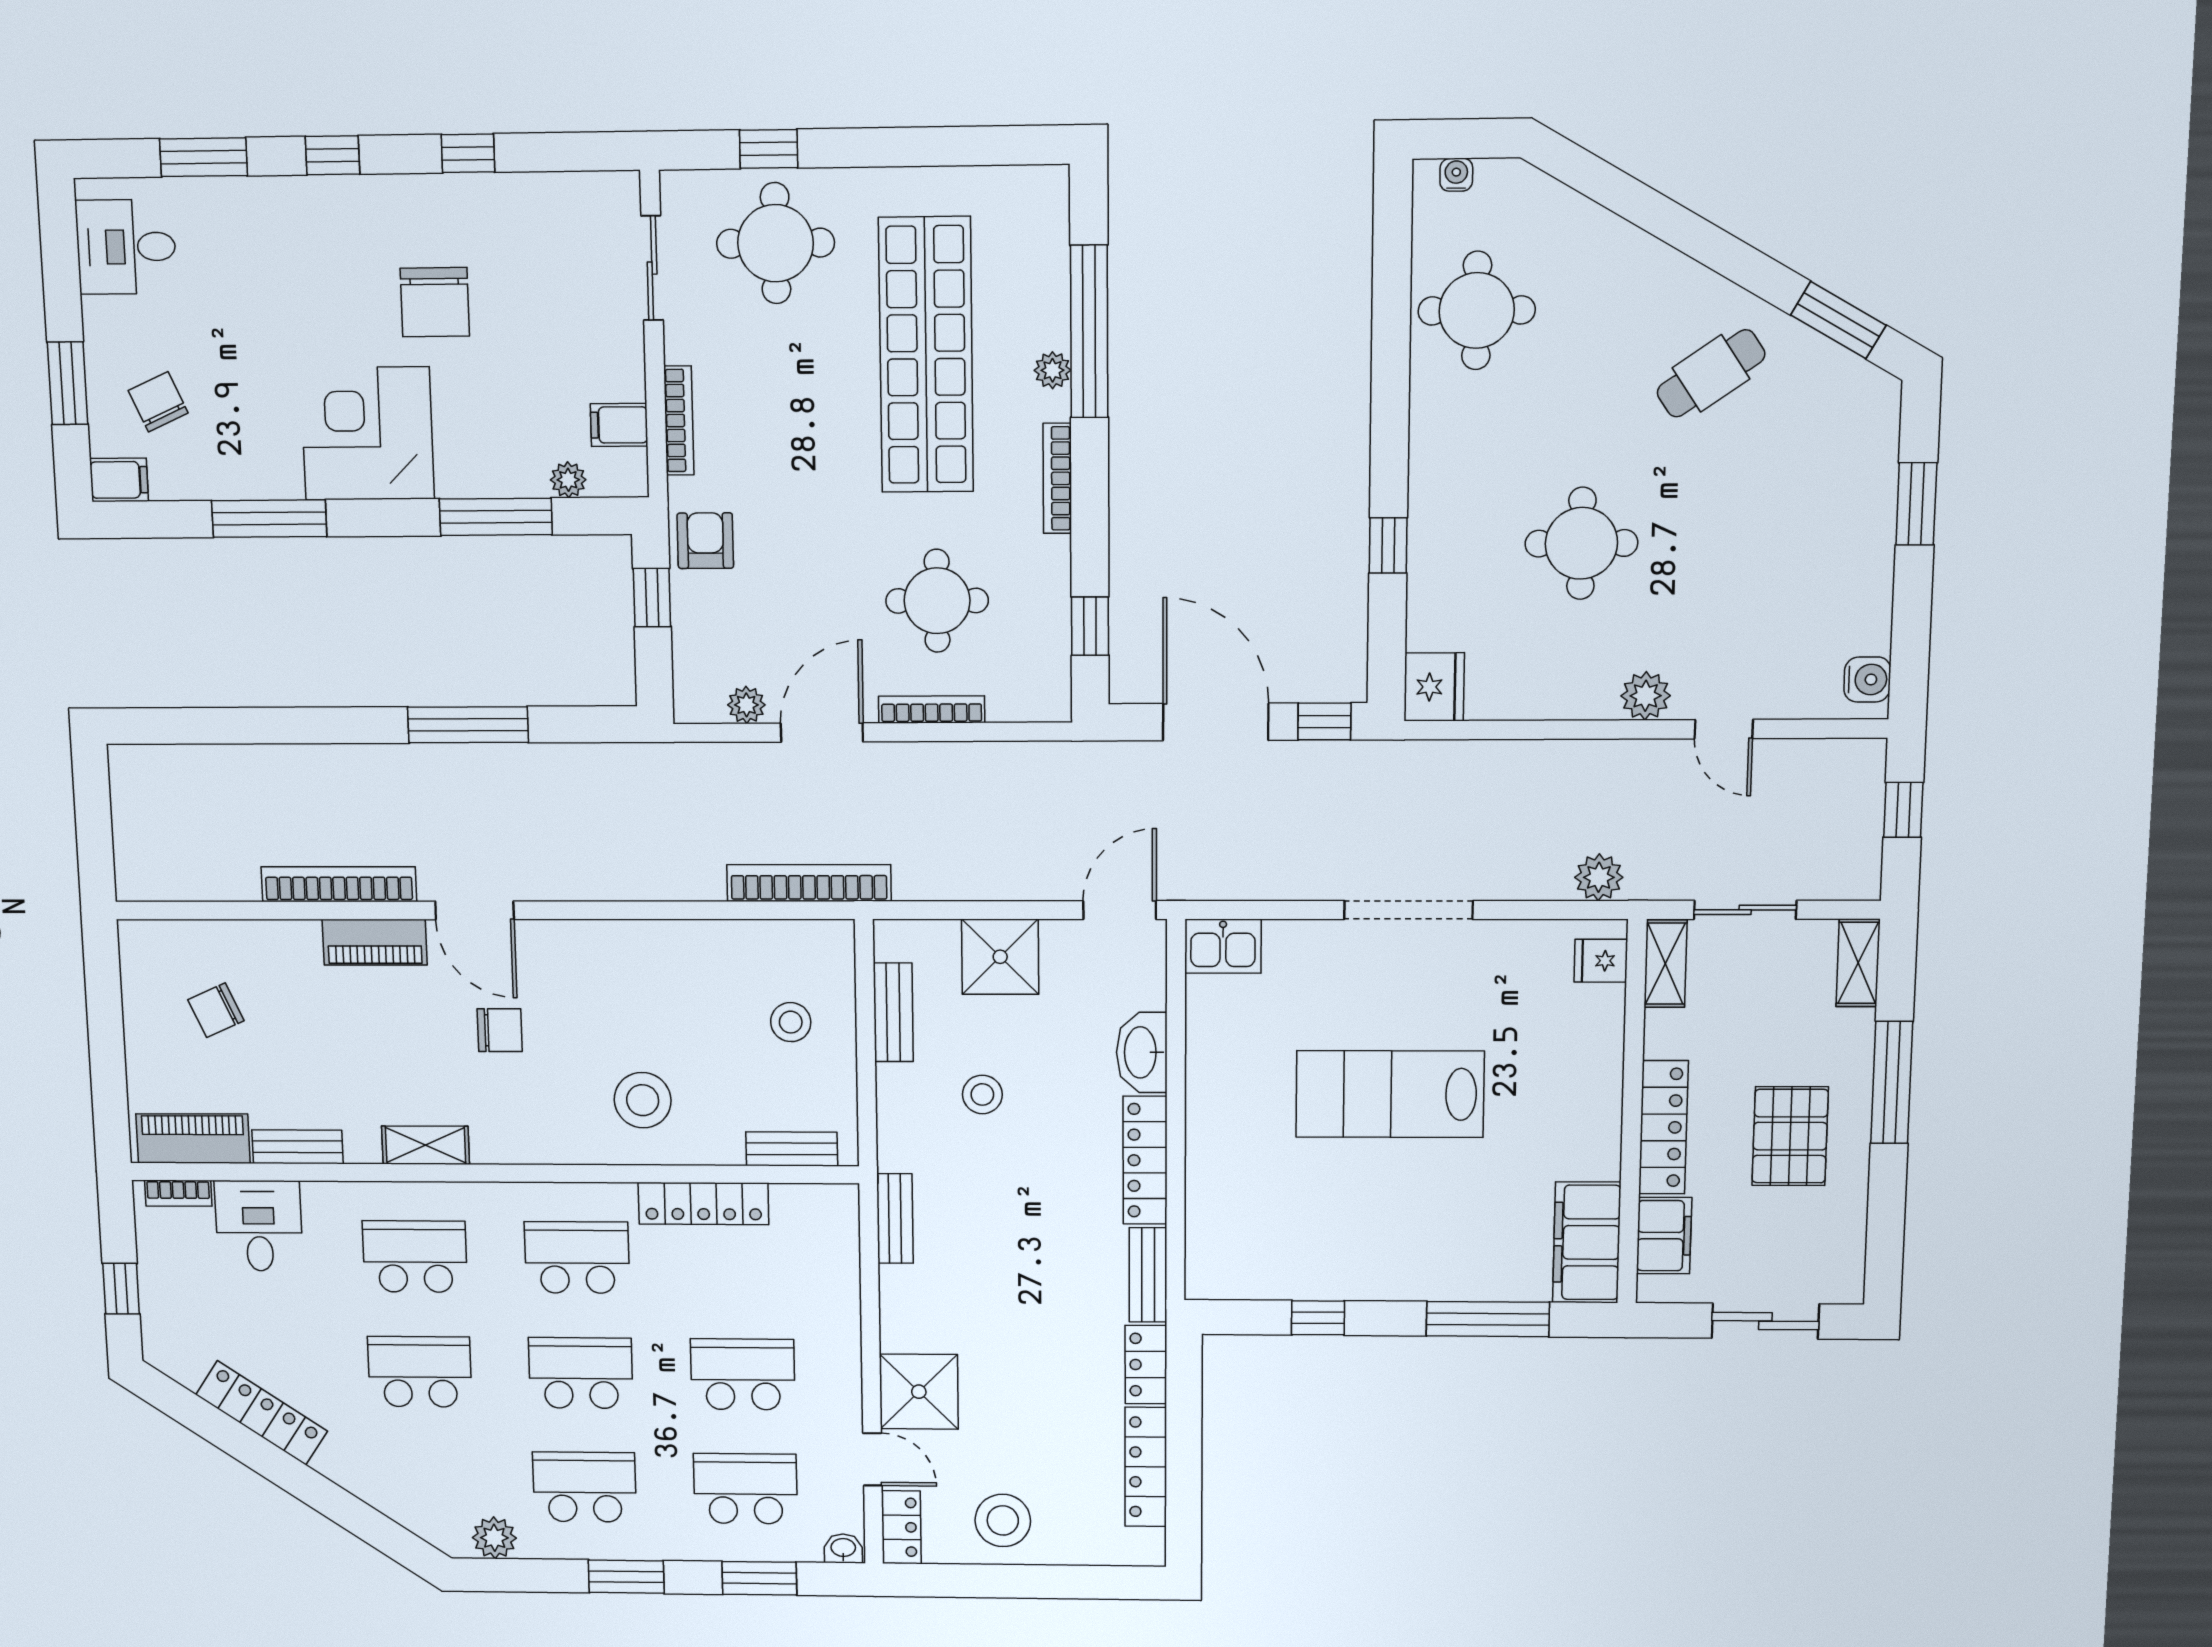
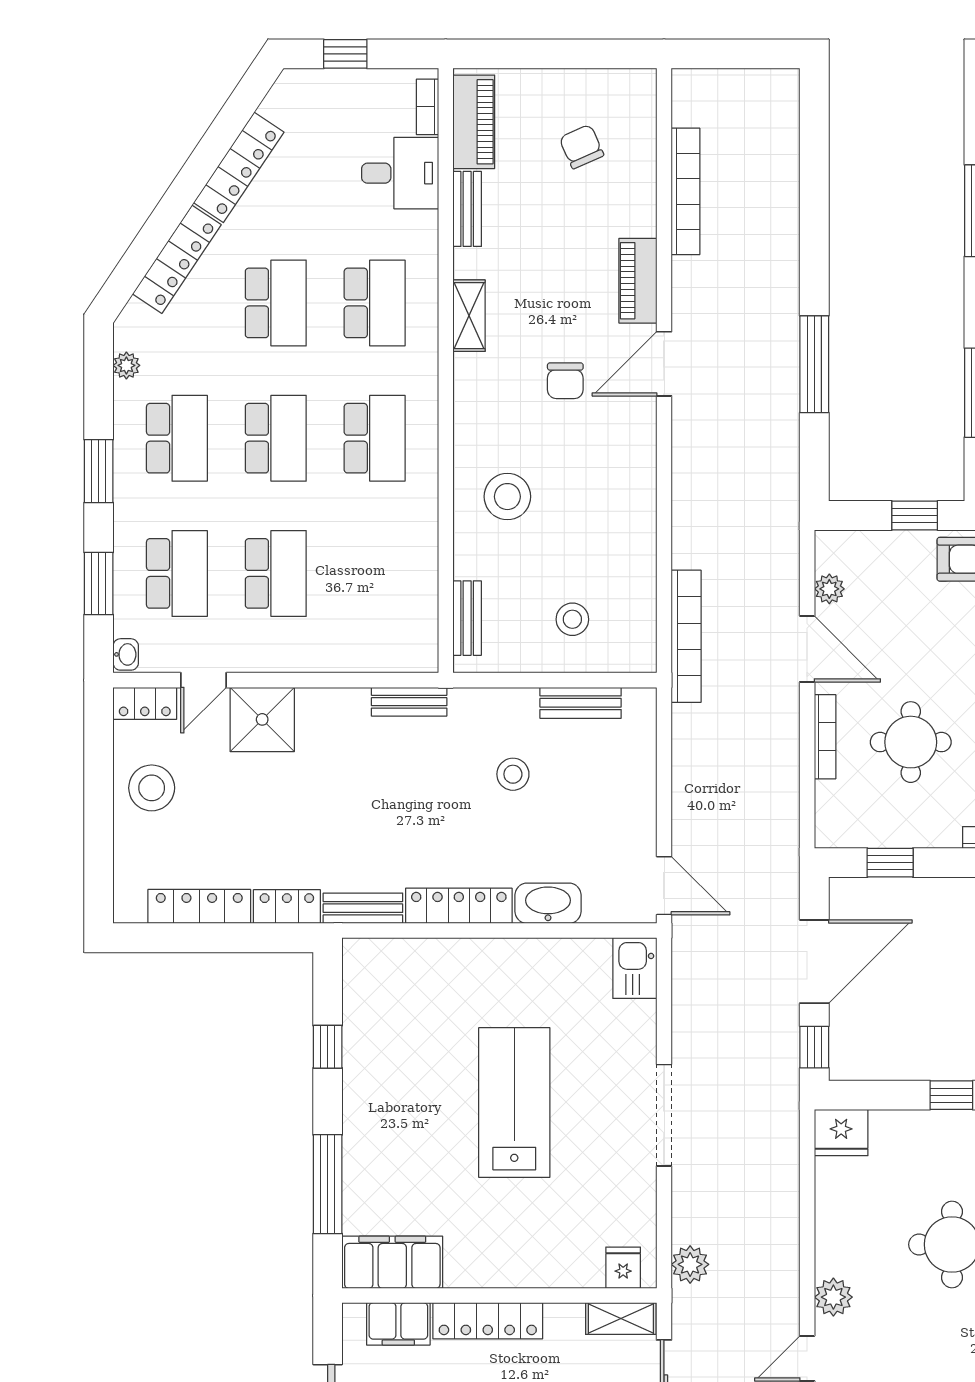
bookcase: (339, 884) -> (685, 191), moved
shower: (1000, 957) -> (626, 790), removed
locker: (703, 1204) -> (177, 259), moved, turned -146
plant: (494, 1538) -> (126, 365), width x0.73, depth x0.73

